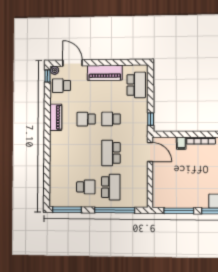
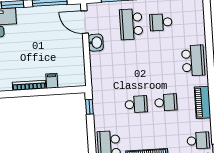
door: (150, 152) -> (85, 22), moved
school desk: (111, 153) -> (193, 60), moved
washbasin: (142, 173) -> (96, 43), added

